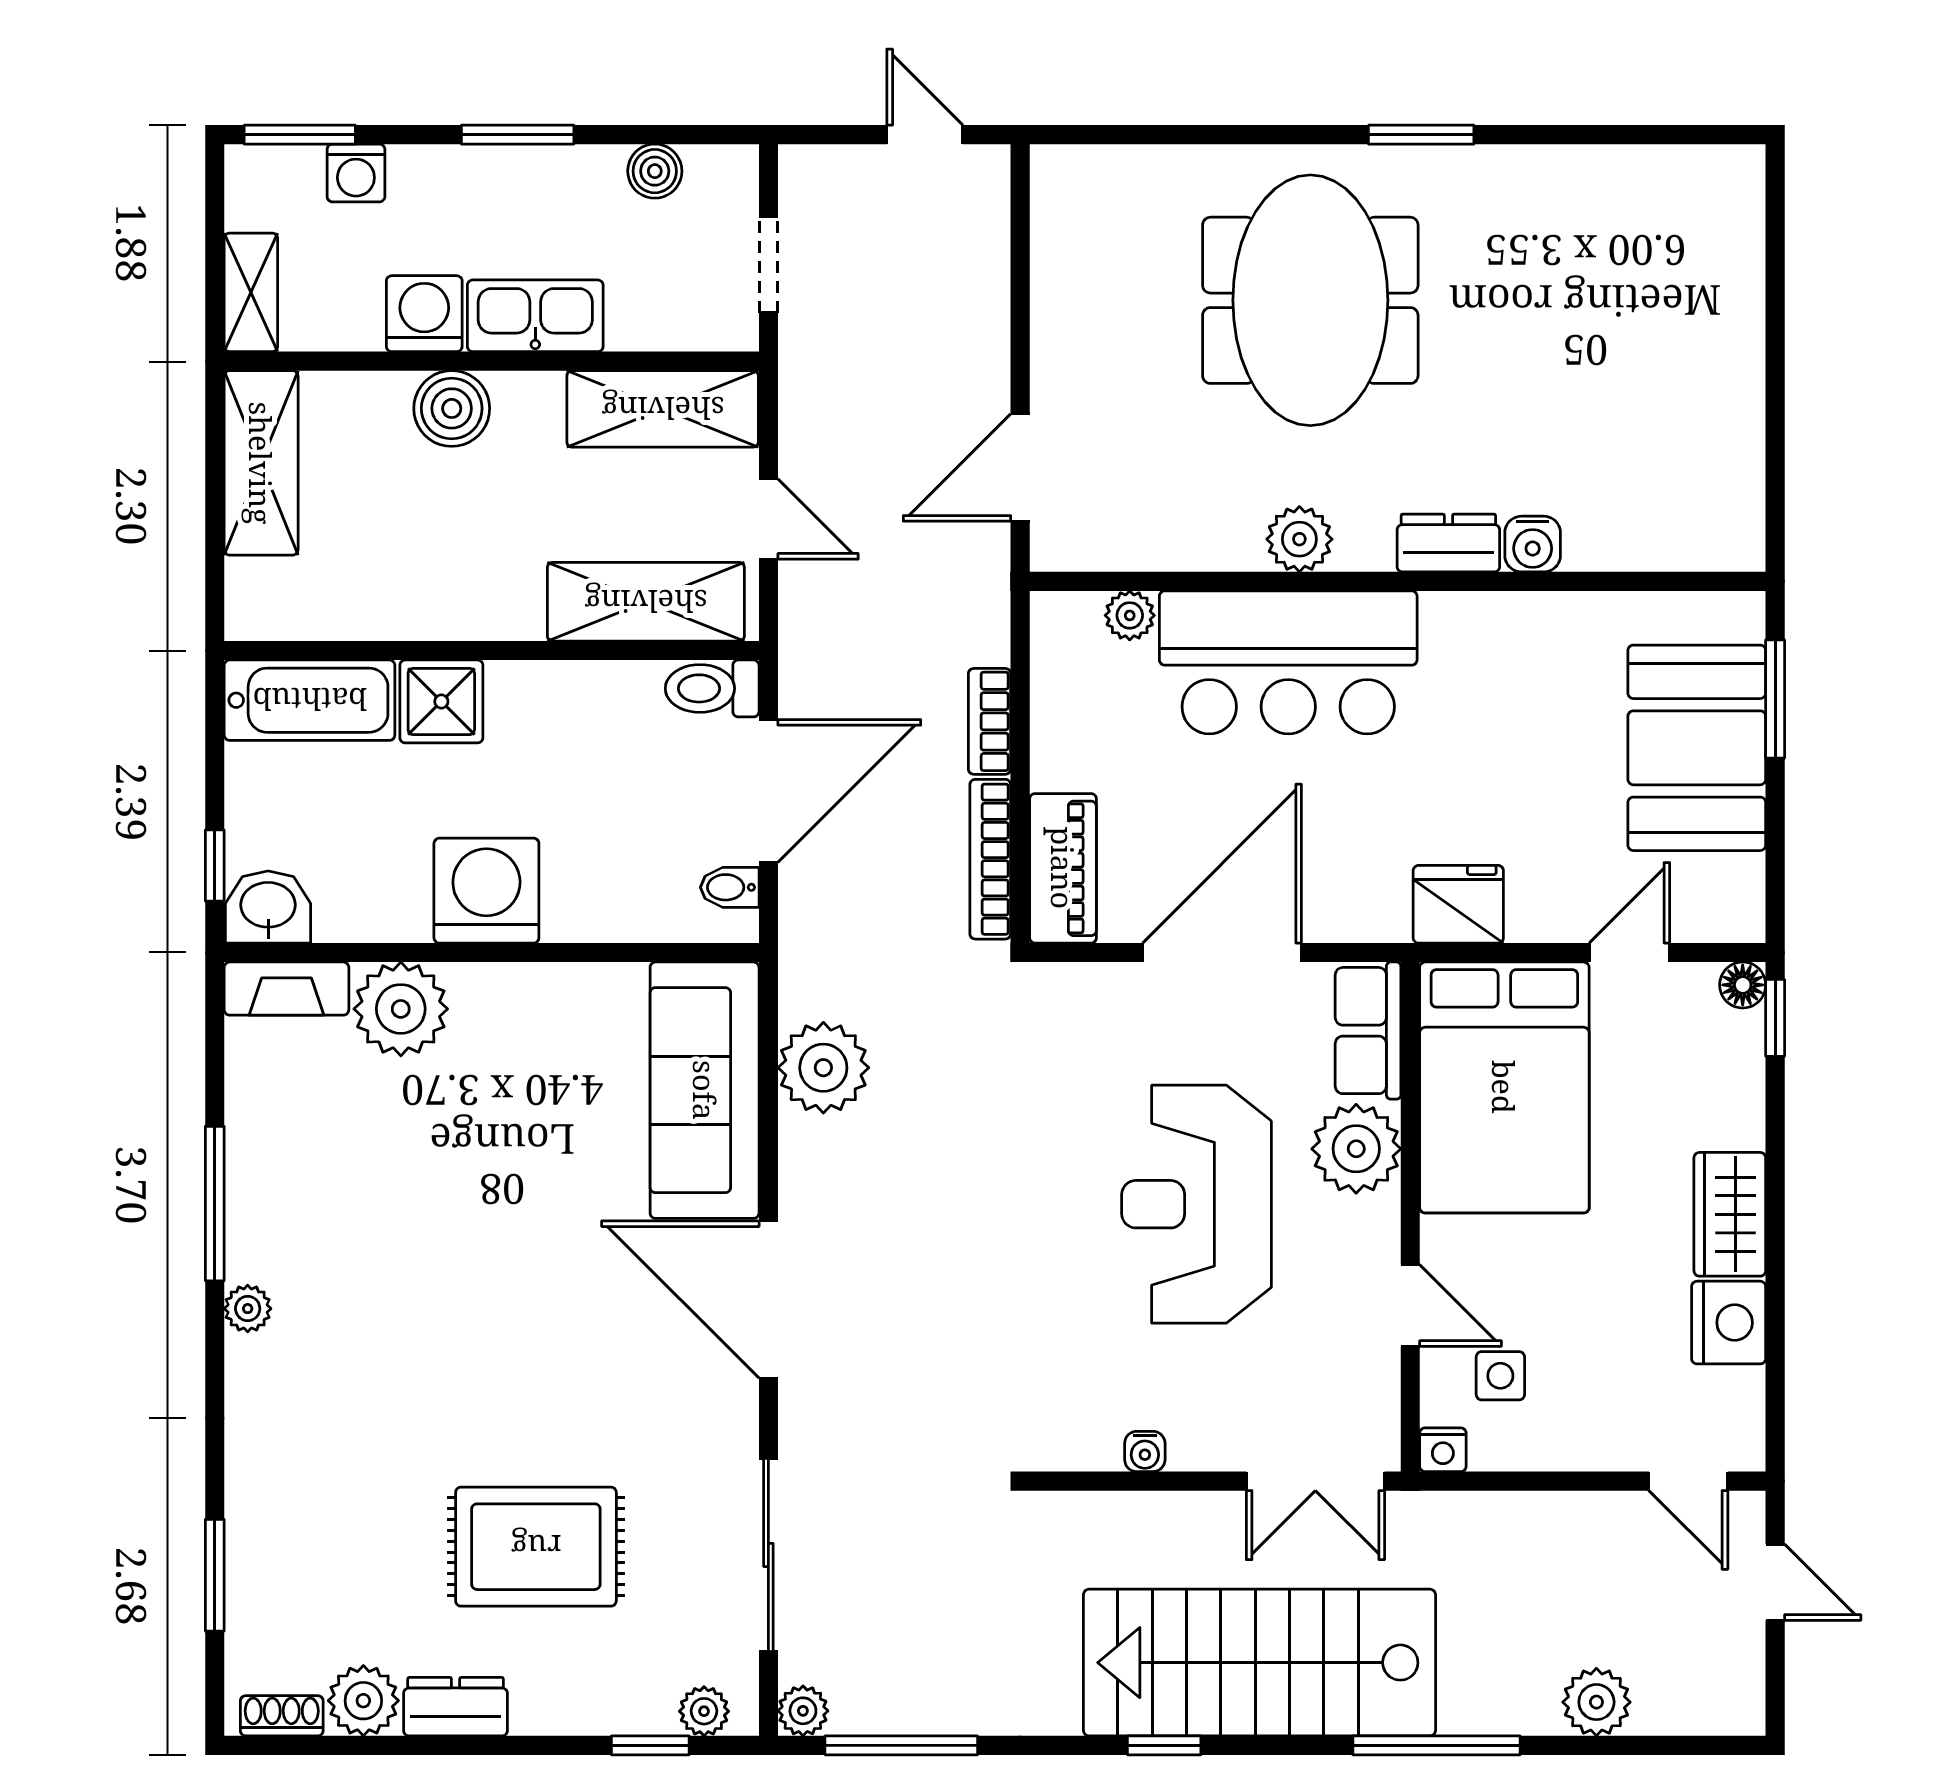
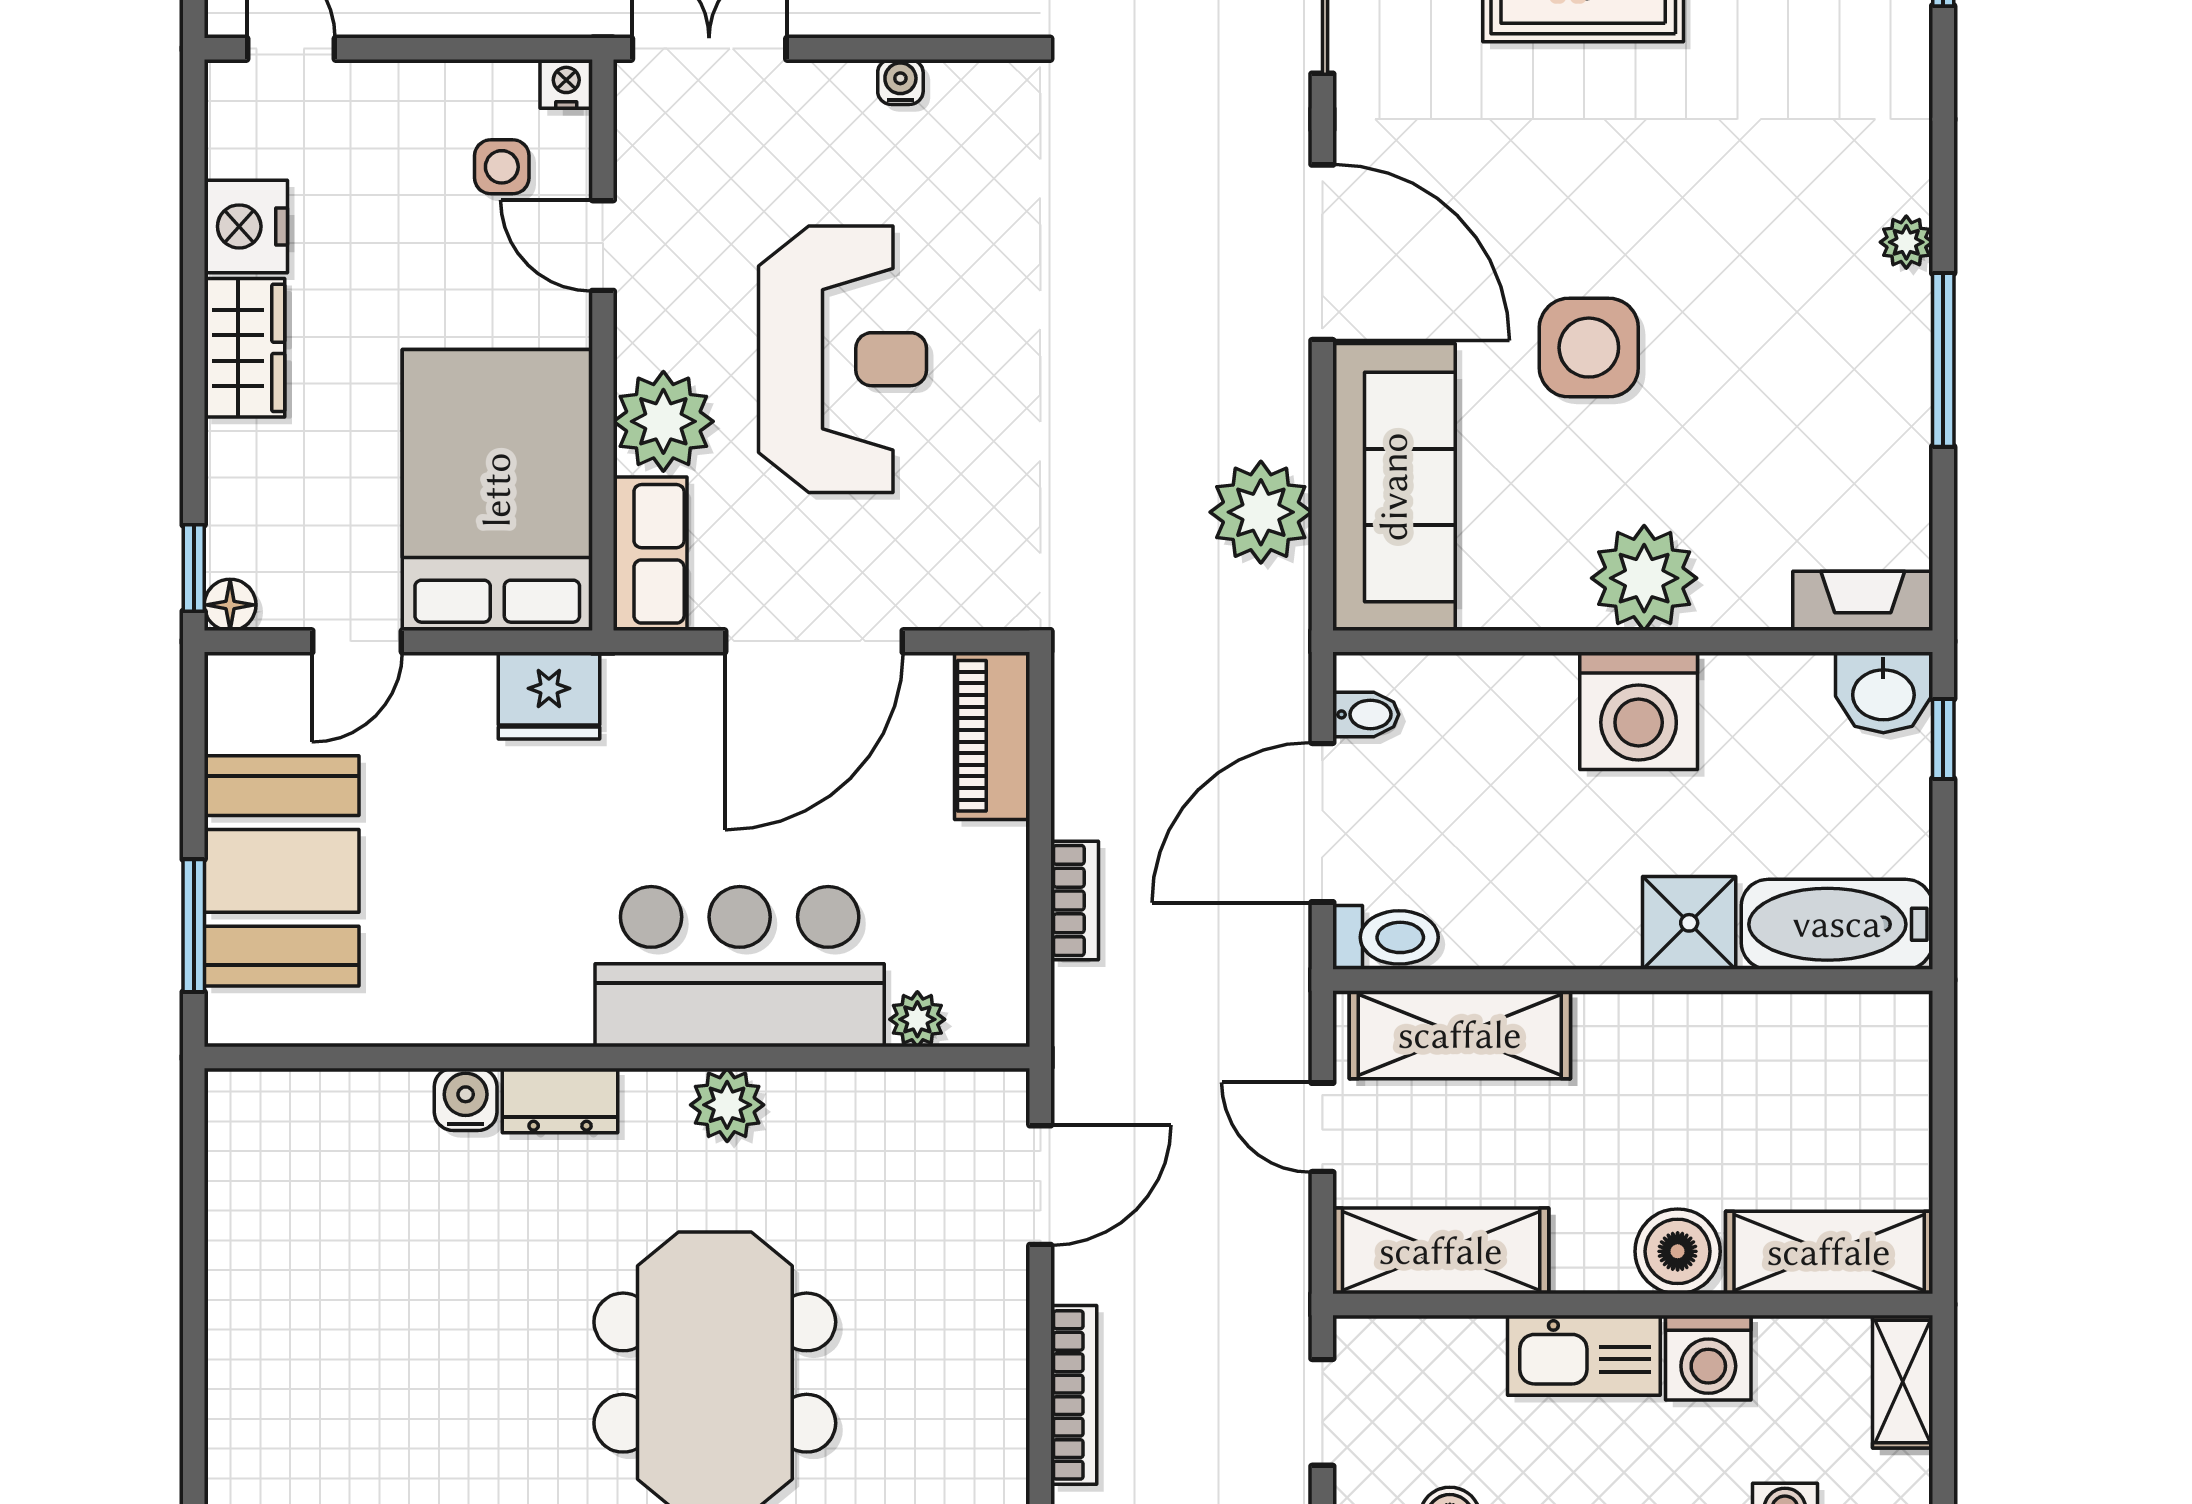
shelving: (261, 463) -> (1829, 1252), moved, turned 90
bookcase: (990, 859) -> (1074, 1395), moved
plant: (401, 1009) -> (1644, 578), moved
side table: (531, 1215) -> (1589, 348), added

